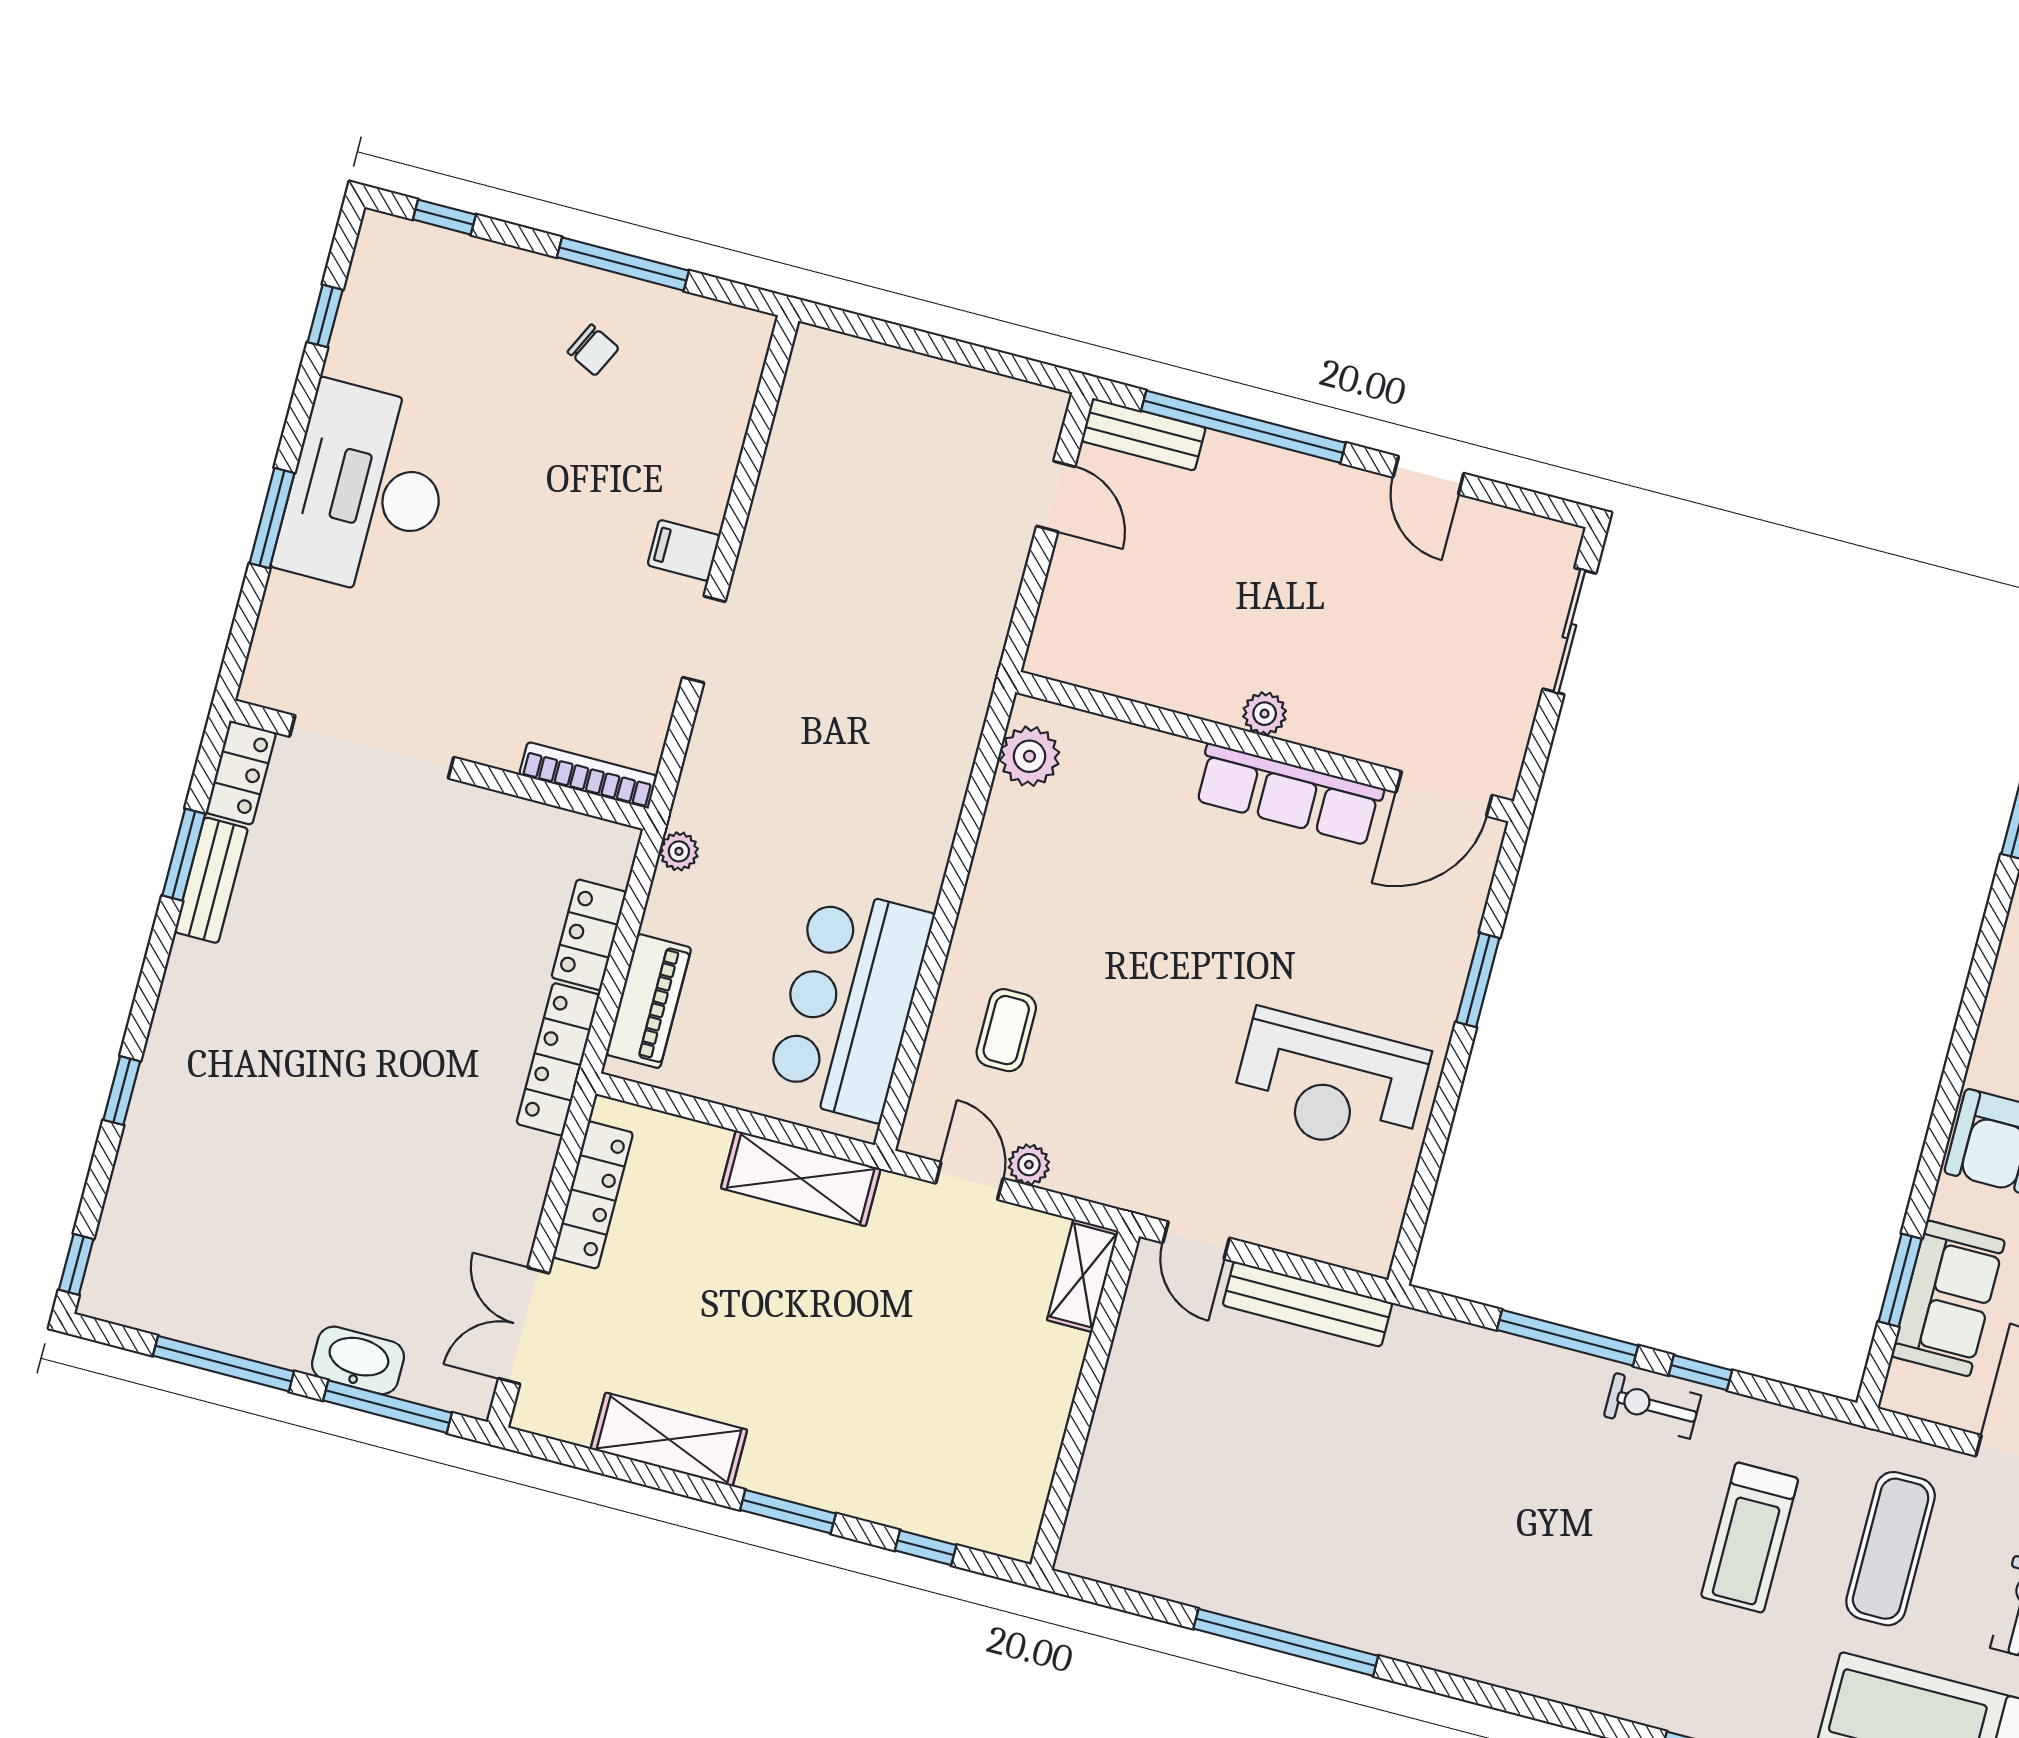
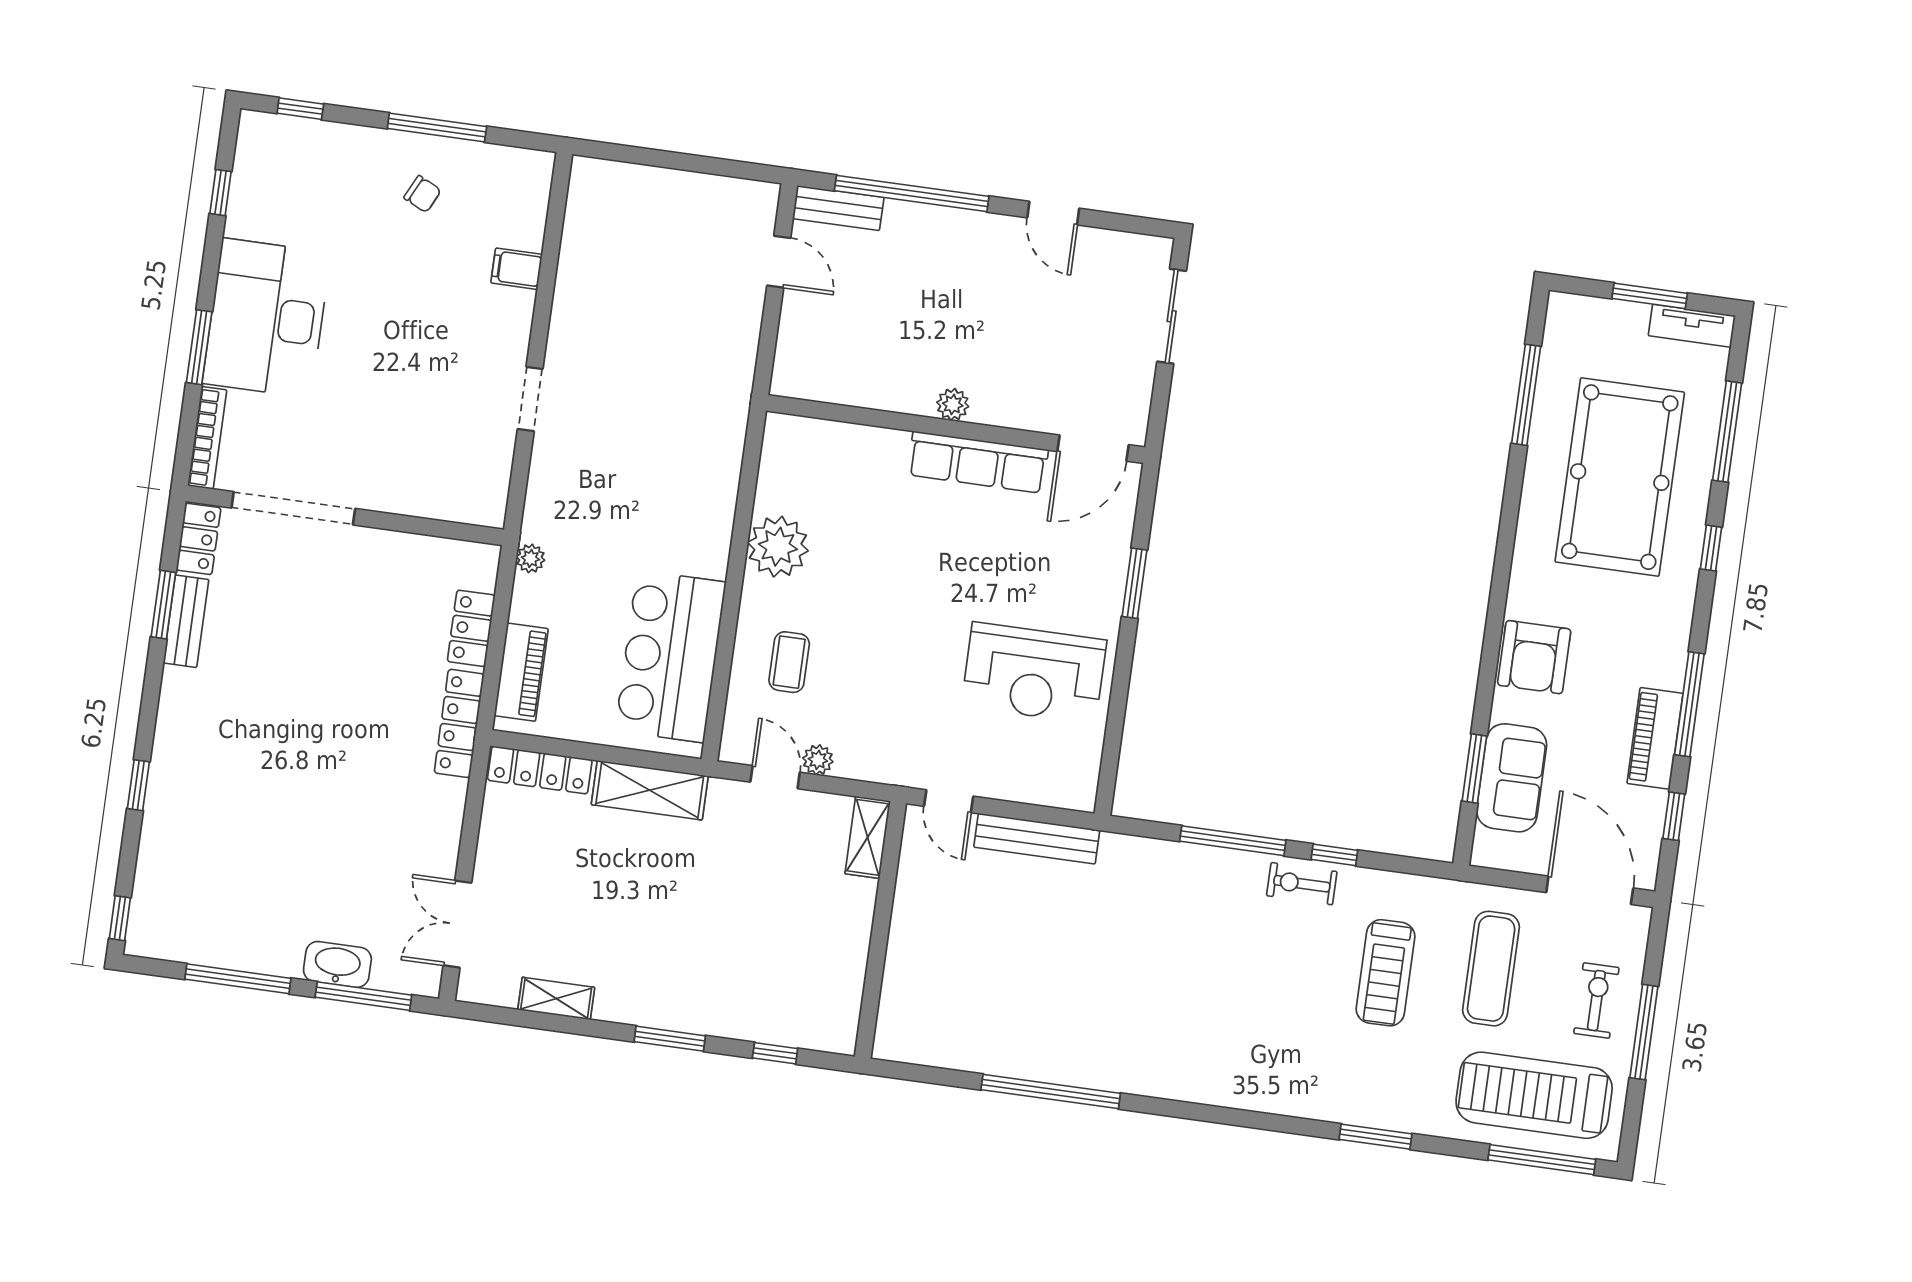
filing cabinet: (684, 550) -> (517, 269), moved
plant: (1029, 756) -> (778, 547), moved, width x1.36, depth x1.36
bookcase: (588, 775) -> (207, 438), moved, turned 90
locker: (593, 1195) -> (540, 770), moved, turned 90
shelving: (669, 1439) -> (556, 999), width x0.67, depth x0.75

